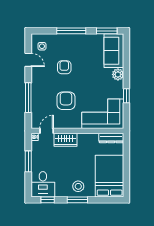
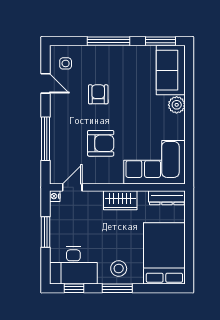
window: (126, 96) -> (189, 136), removed
armchair: (66, 101) -> (101, 143), turned 90
wardrobe: (65, 140) -> (120, 200), moved
desk: (43, 184) -> (73, 265), width x1.37

